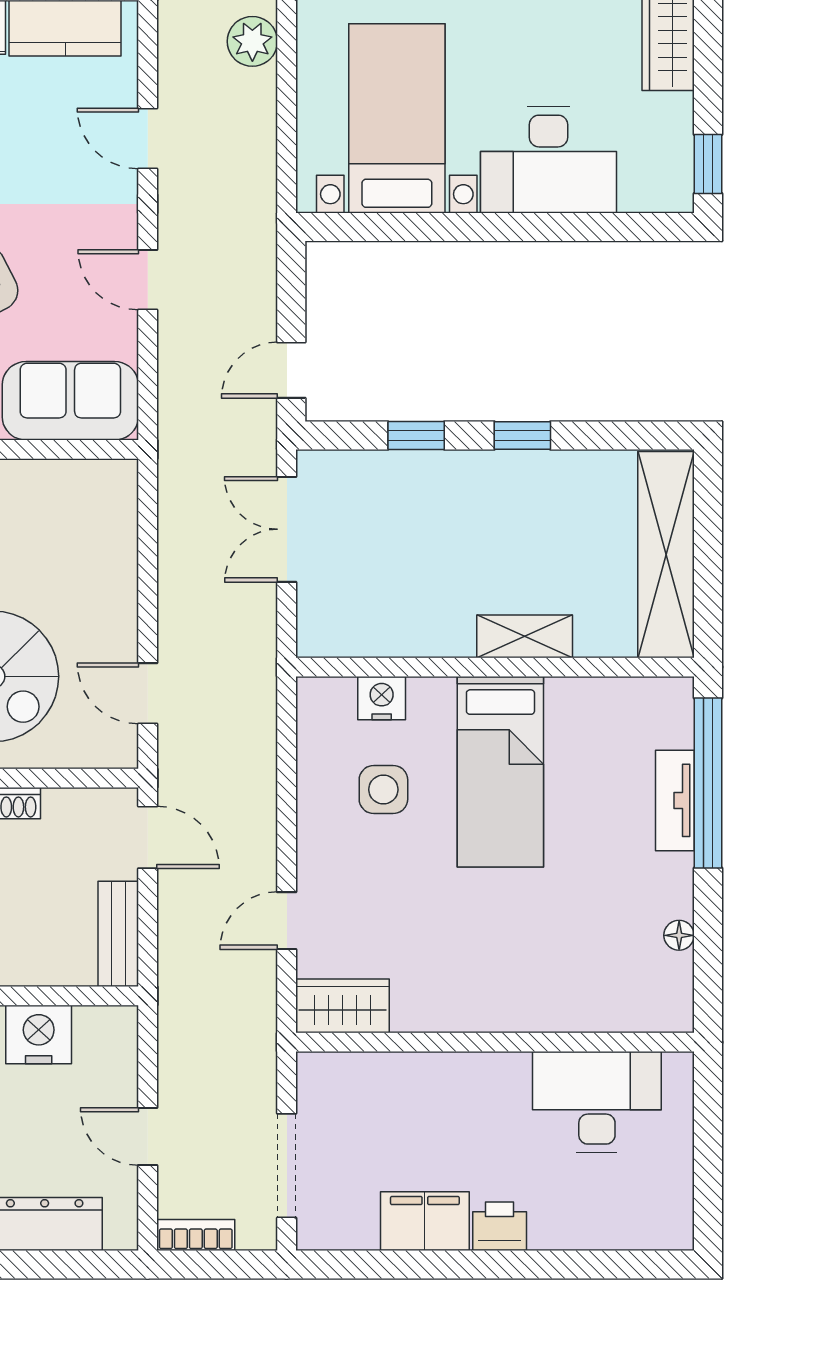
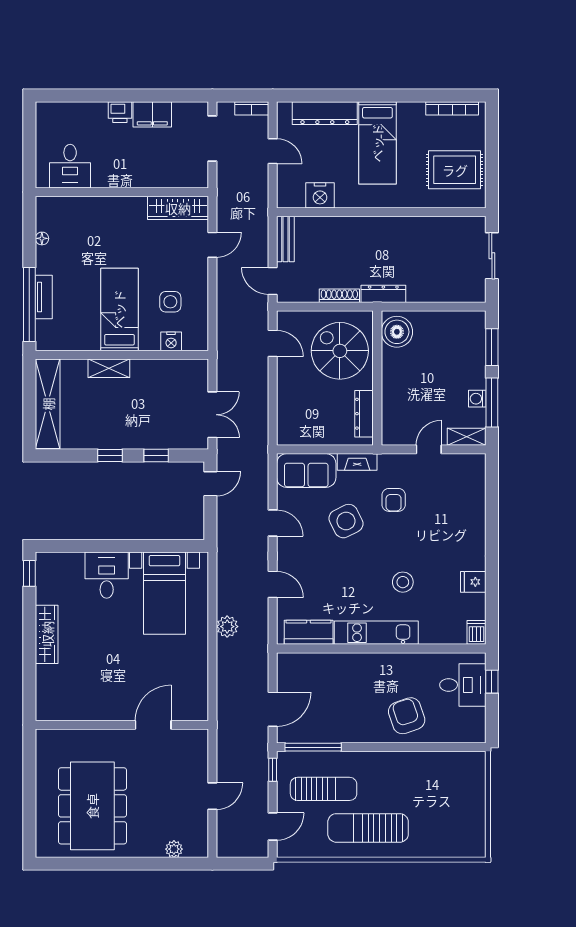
desk: (548, 160) -> (107, 575), width x0.73
wardrobe: (342, 1006) -> (178, 208), width x1.50
desk: (597, 1102) -> (70, 166), width x0.73

